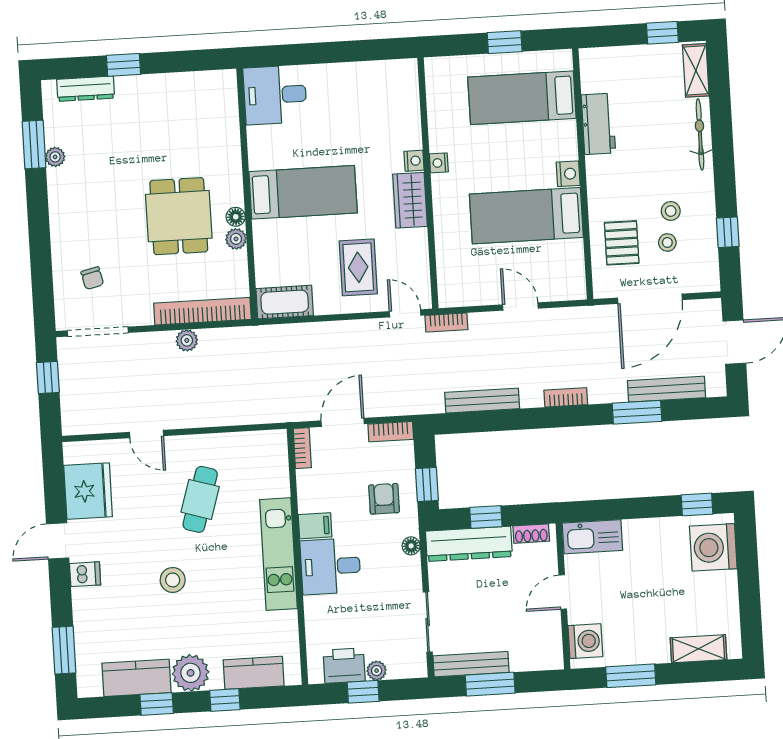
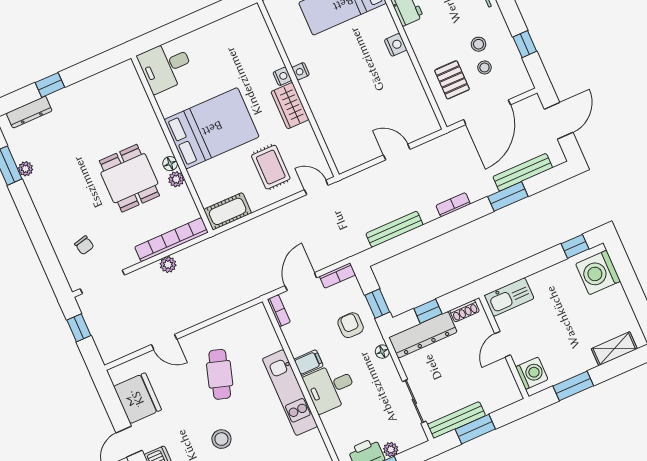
bed: (303, 192) -> (212, 128), width x1.50
bed: (526, 216) -> (377, 86), removed
bookcase: (446, 322) -> (348, 183), removed

